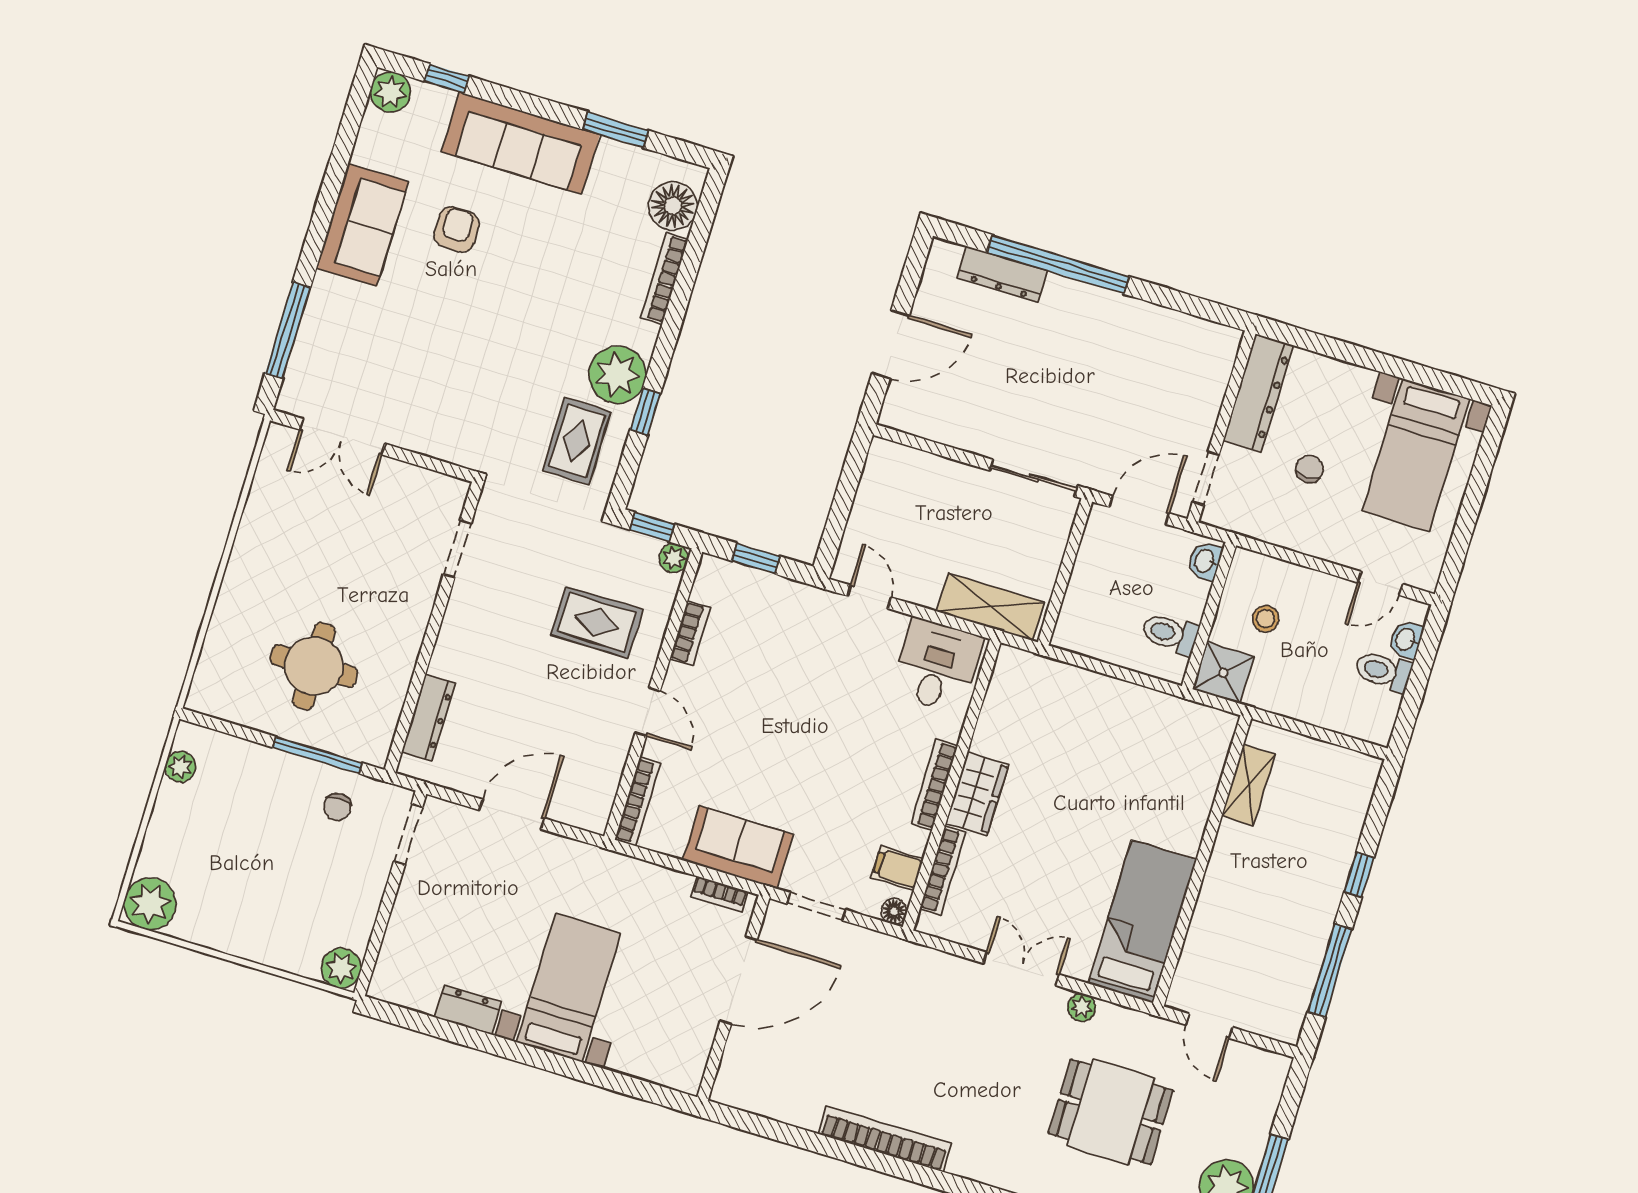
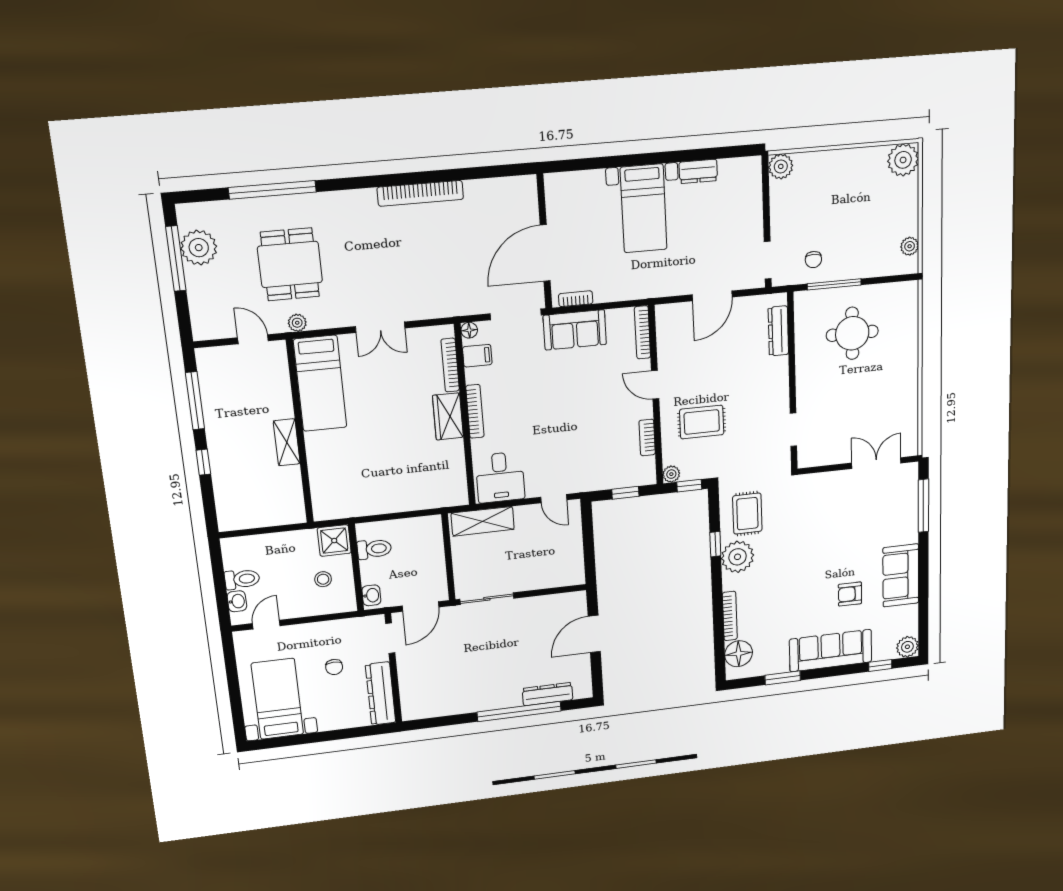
armchair: (456, 229) -> (850, 594), turned 90
shelving: (1248, 785) -> (287, 442), moved
chair: (337, 807) -> (813, 260), turned 180
doorway: (816, 907) -> (516, 314), width x1.38
plant: (1081, 1008) -> (297, 323), moved
dining table: (1111, 1112) -> (290, 264), turned 90

